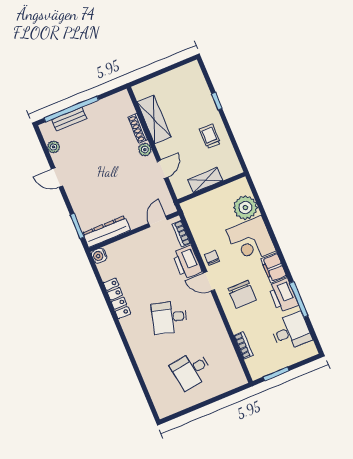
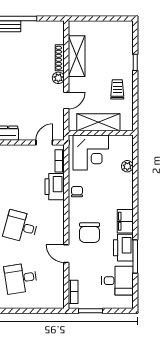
shelving: (205, 180) -> (98, 122), width x1.50, depth x1.33
plant: (245, 208) -> (127, 166), width x0.53, depth x0.53
corner desk: (251, 241) -> (91, 153), moved, turned -90
door: (209, 281) -> (66, 254), moved
bookcase: (243, 345) -> (73, 292), moved

